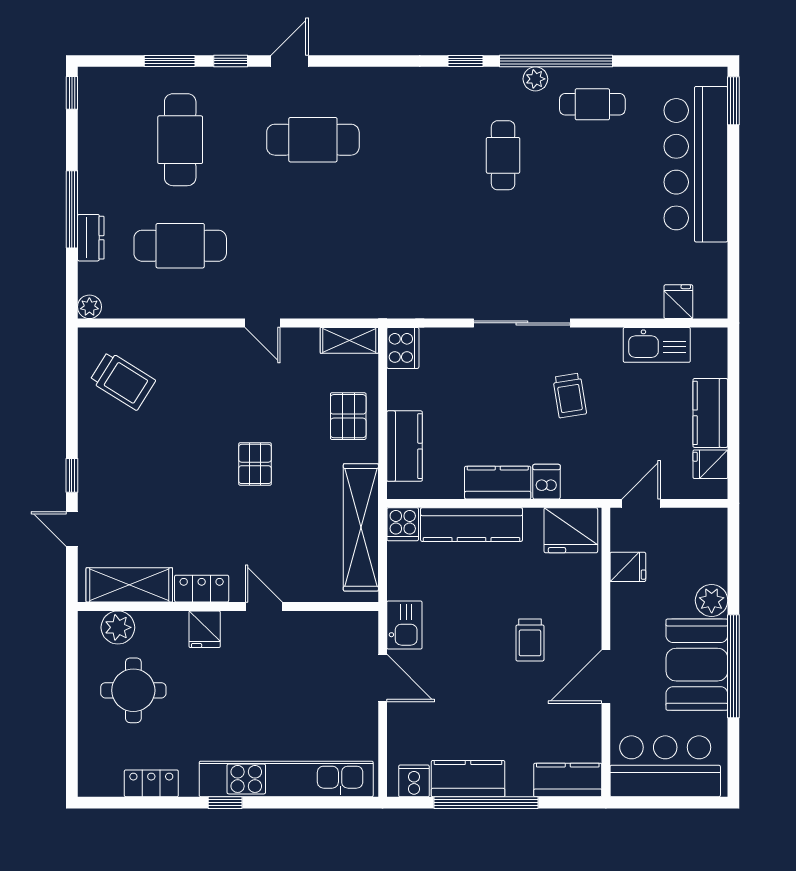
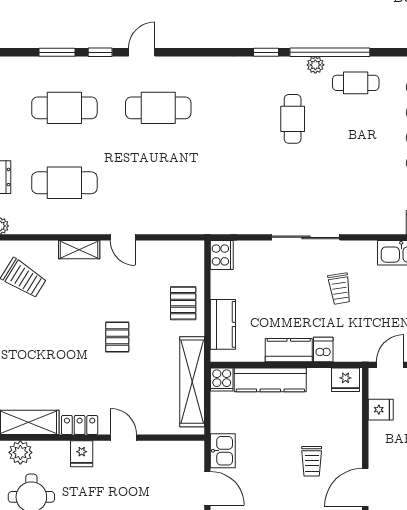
cafe table: (180, 140) -> (64, 108), turned 90
shelving: (349, 340) -> (79, 250), moved
fridge: (571, 530) -> (345, 380), width x0.73, depth x0.75

